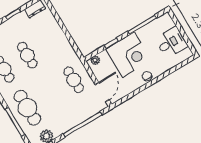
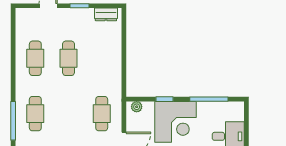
cafe table: (27, 108) -> (35, 114), width x0.73, depth x0.74

